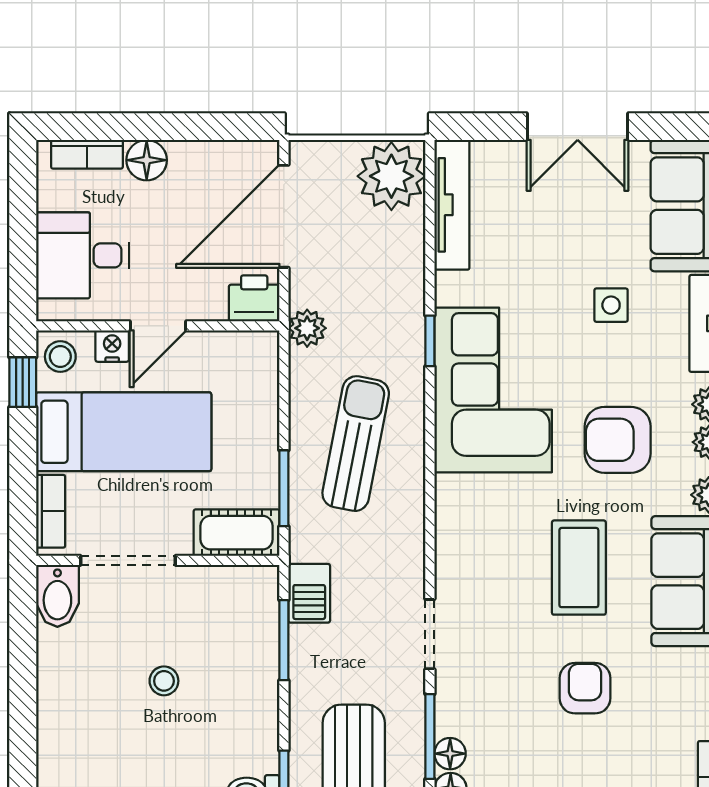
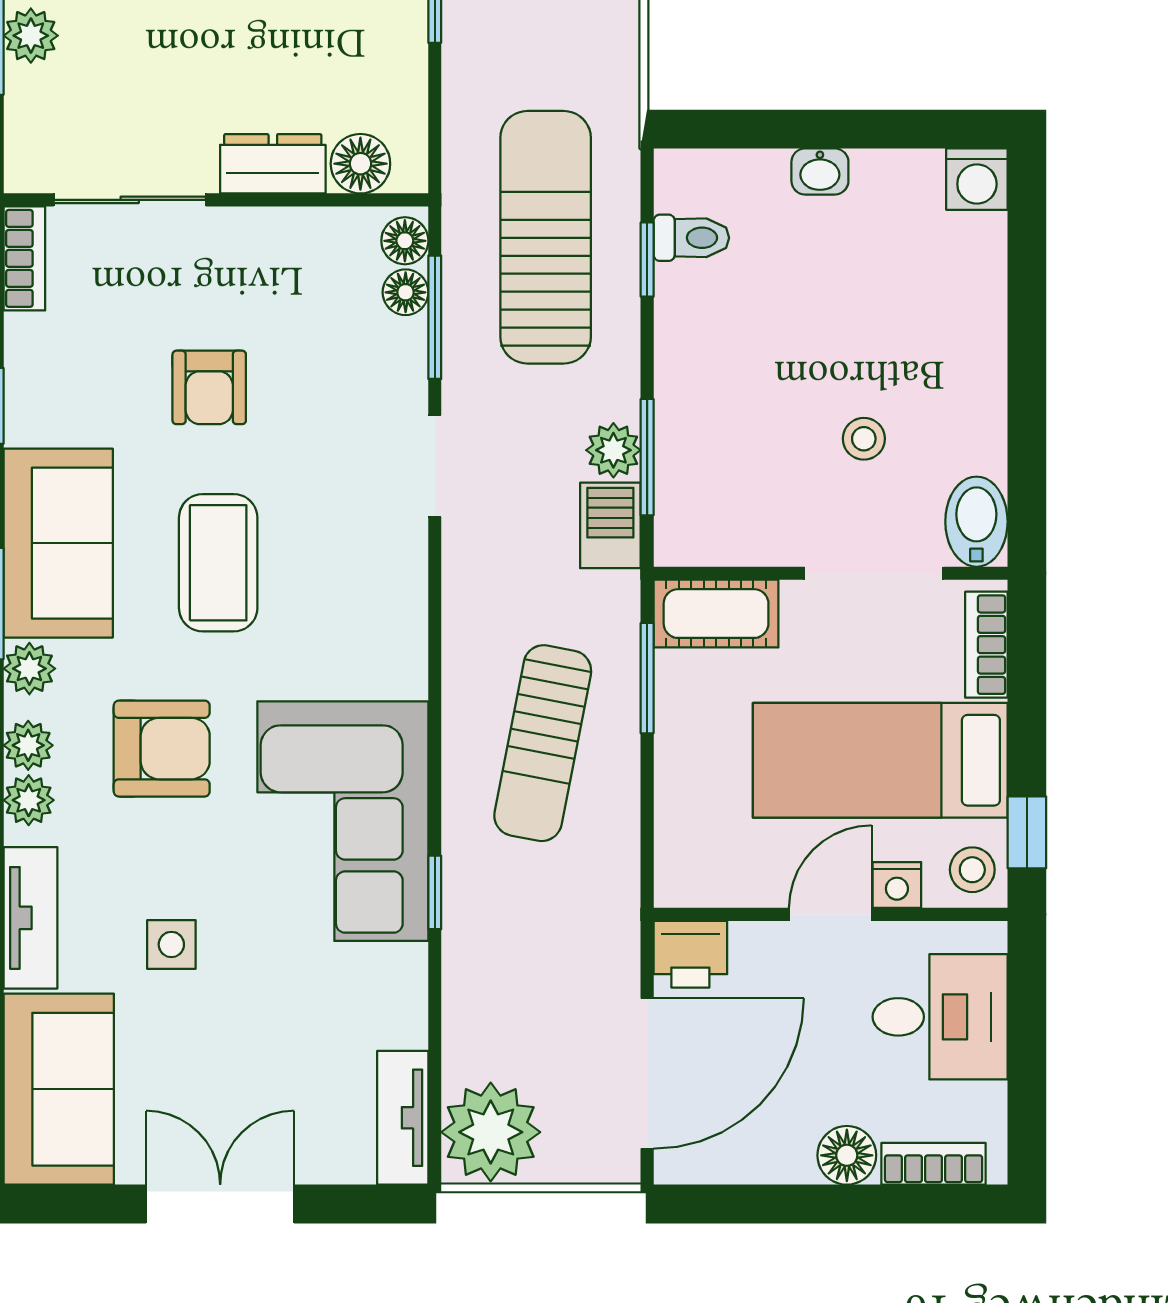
tv unit: (452, 205) -> (403, 1118), width x0.71
plant: (307, 328) -> (613, 450), moved
stool: (164, 681) -> (864, 439), moved

